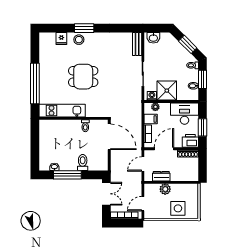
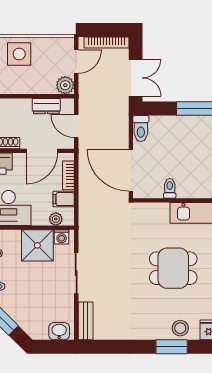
toilet: (83, 163) -> (141, 128), moved
door: (143, 164) -> (76, 126), swing flipped
plant: (165, 189) -> (65, 85), moved
double door: (106, 194) -> (136, 78), swing flipped

